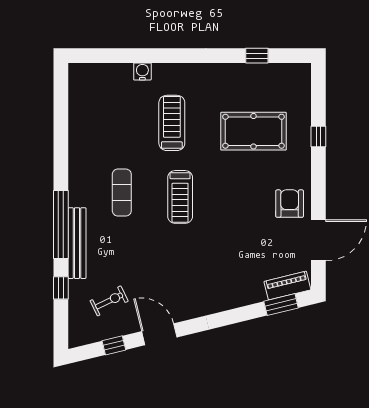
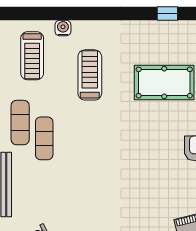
exercise mat: (95, 175) -> (20, 123), added
treadmill: (180, 197) -> (32, 56), moved

